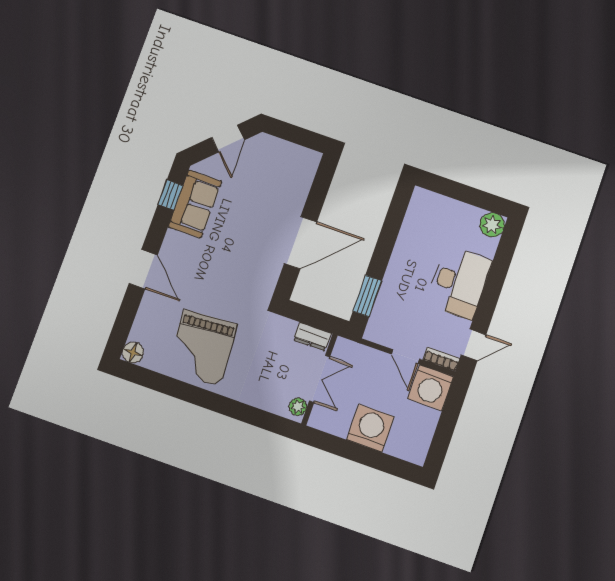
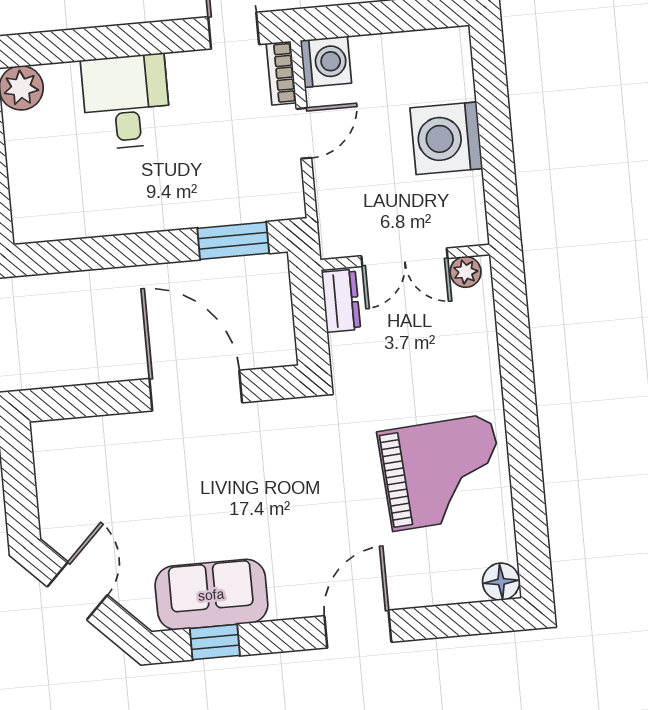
door: (228, 139) -> (77, 591), hinge flipped
desk: (459, 282) -> (126, 102), width x0.73
double door: (320, 379) -> (405, 257), swing flipped
washing machine: (431, 388) -> (326, 62), width x0.73, depth x0.73

